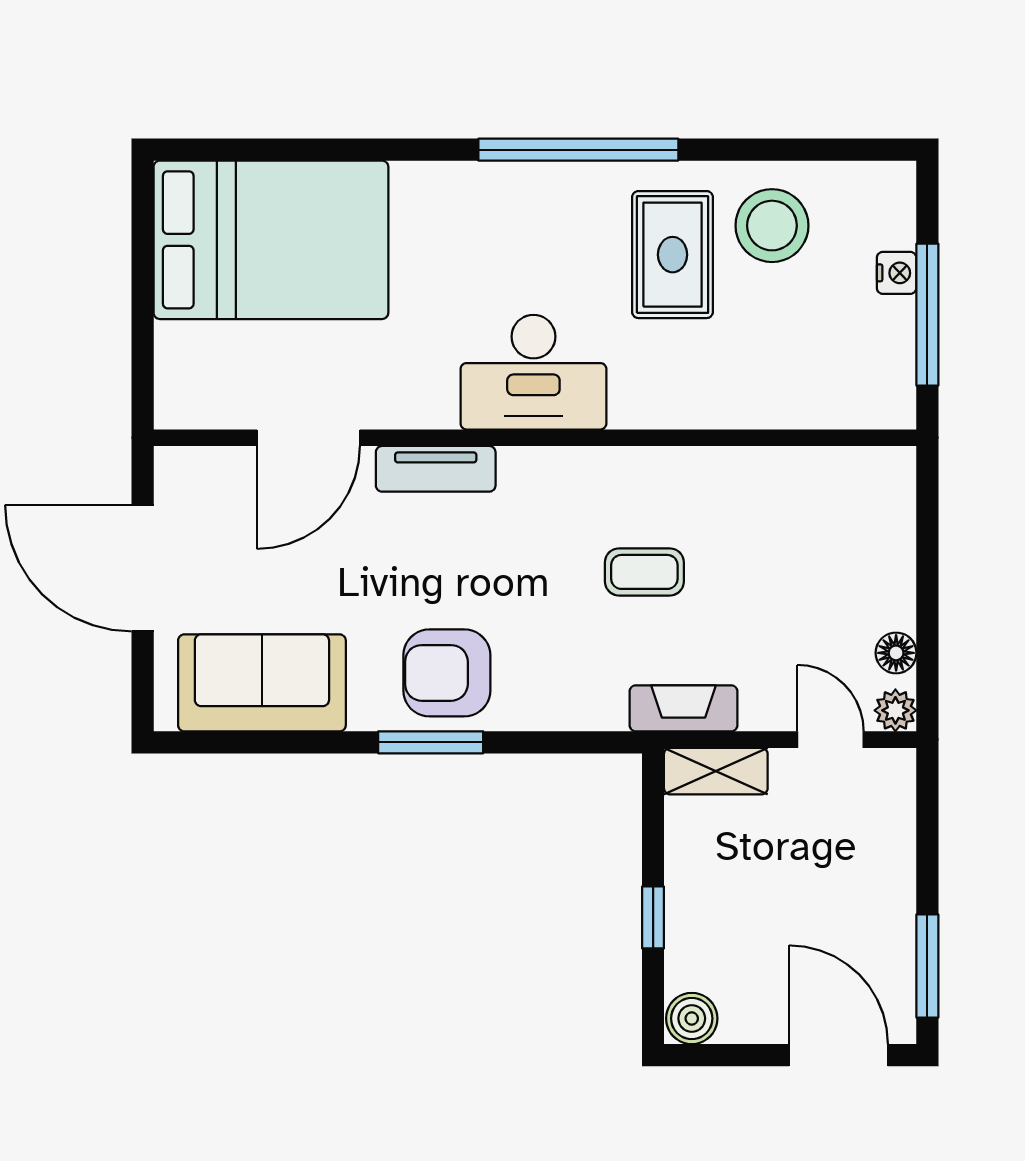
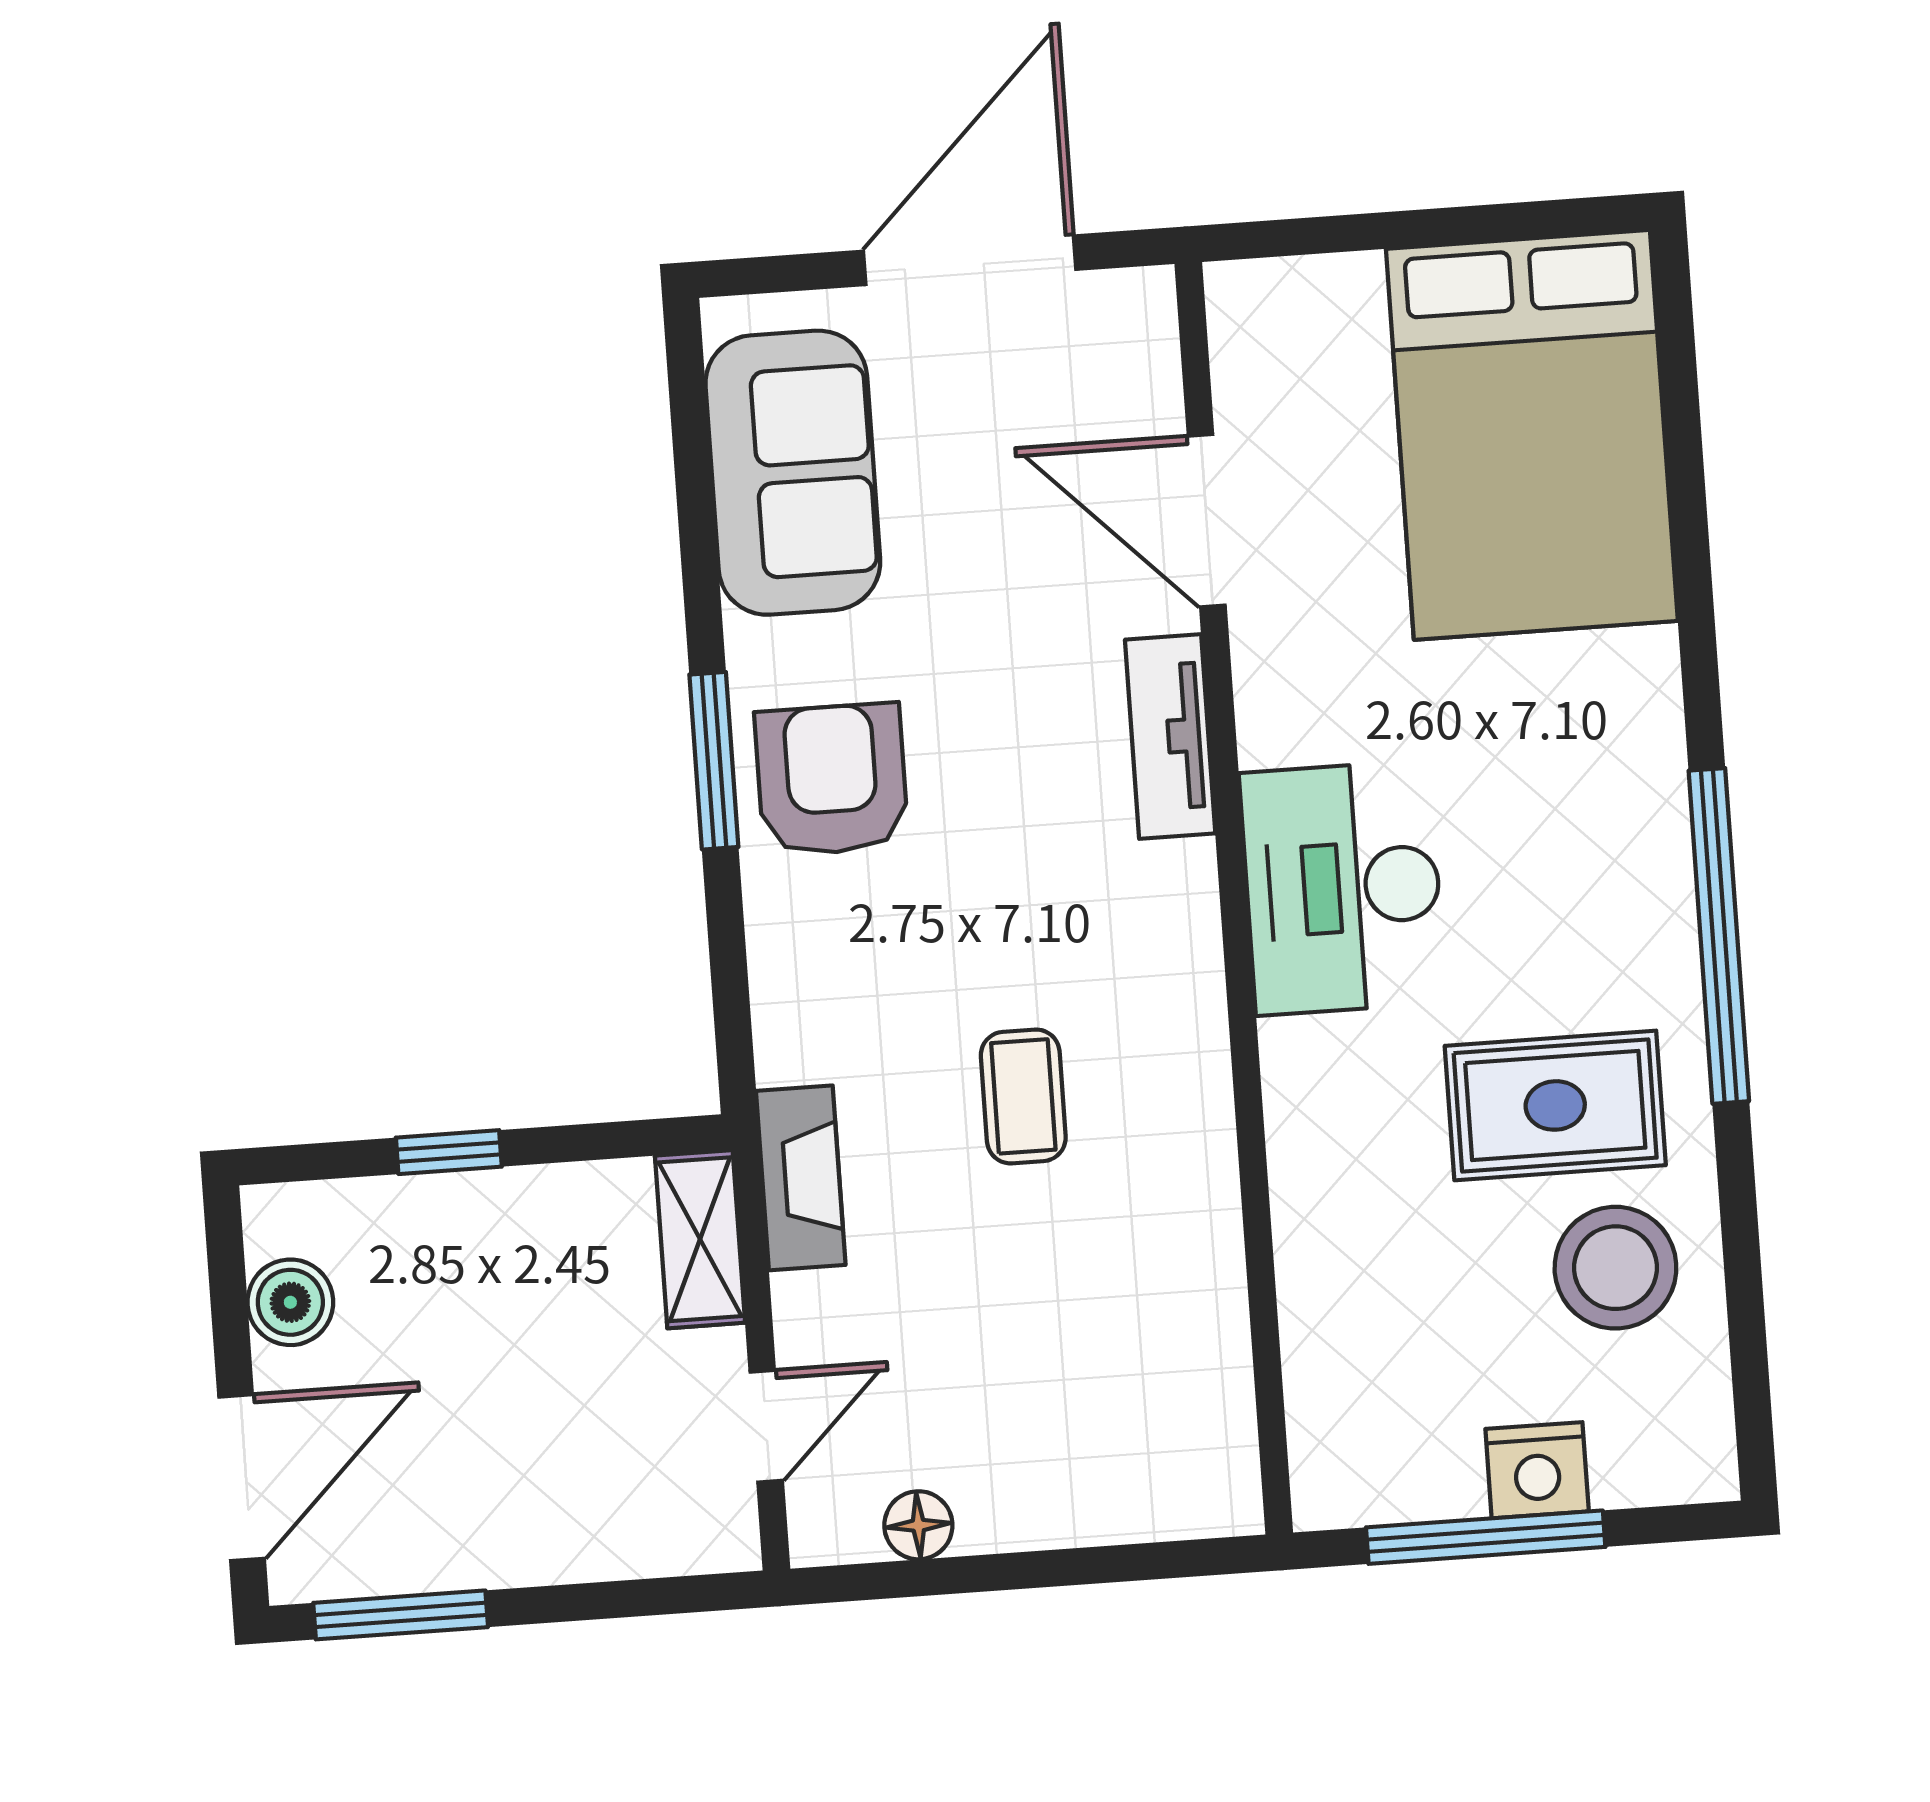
nightstand: (897, 273) -> (1537, 1470), width x1.39, depth x1.35
plant: (895, 710) -> (823, 1531), removed
boiler: (692, 1018) -> (290, 1302), moved

